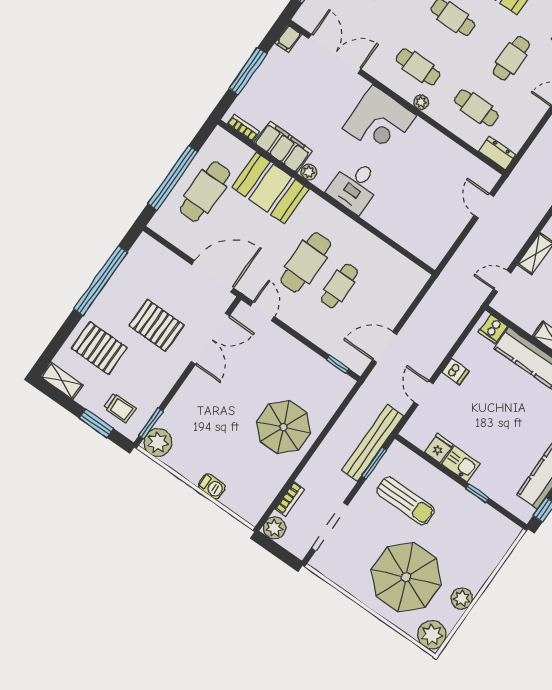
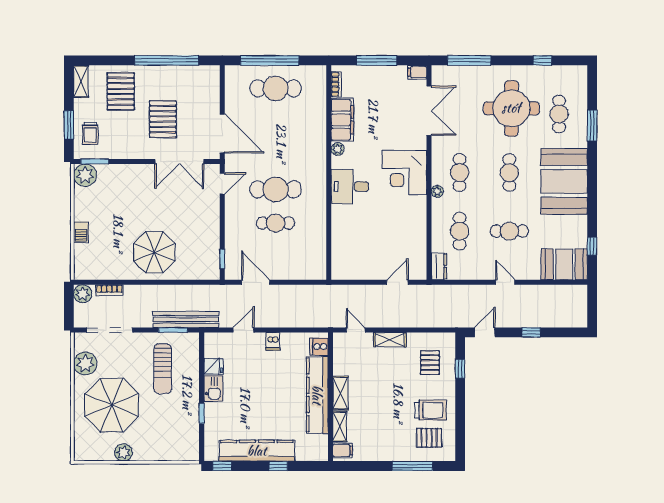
booth: (270, 188) -> (309, 131), removed
plant: (432, 635) -> (85, 363), moved

